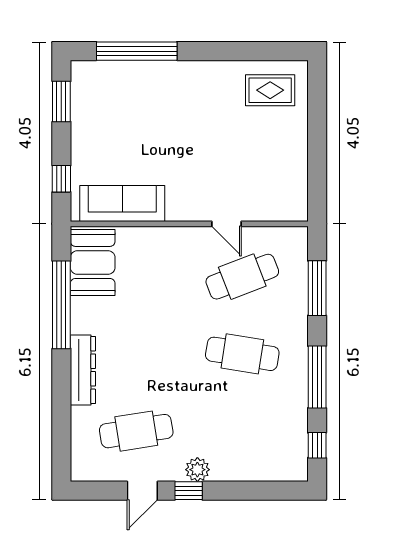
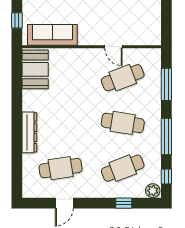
window: (61, 305) -> (17, 94), removed
cafe table: (242, 431) -> (123, 168), added
plant: (197, 470) -> (153, 191), moved
window: (189, 491) -> (124, 203), moved

